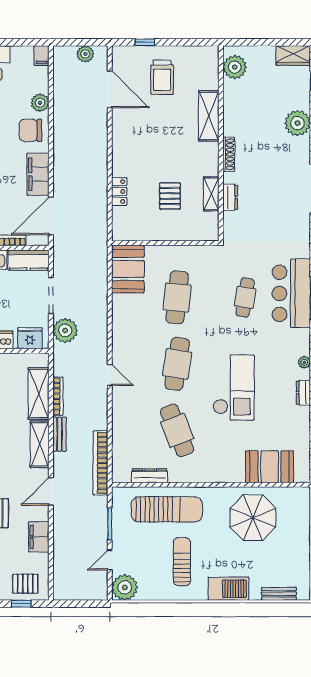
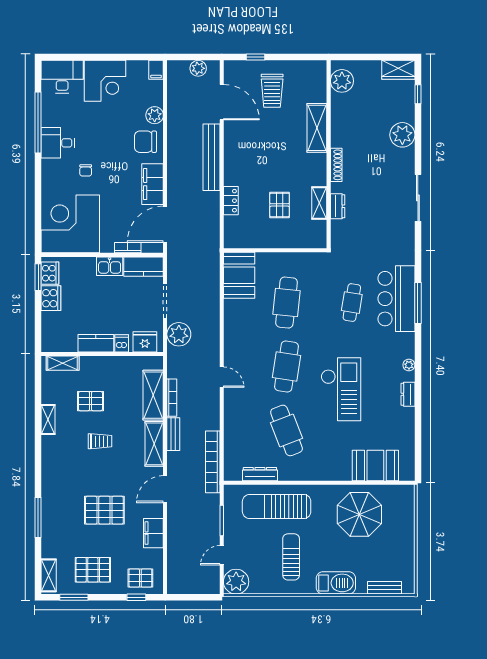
bench: (99, 146) -> (212, 157), added
sun lounger: (167, 509) -> (277, 507), turned 180

